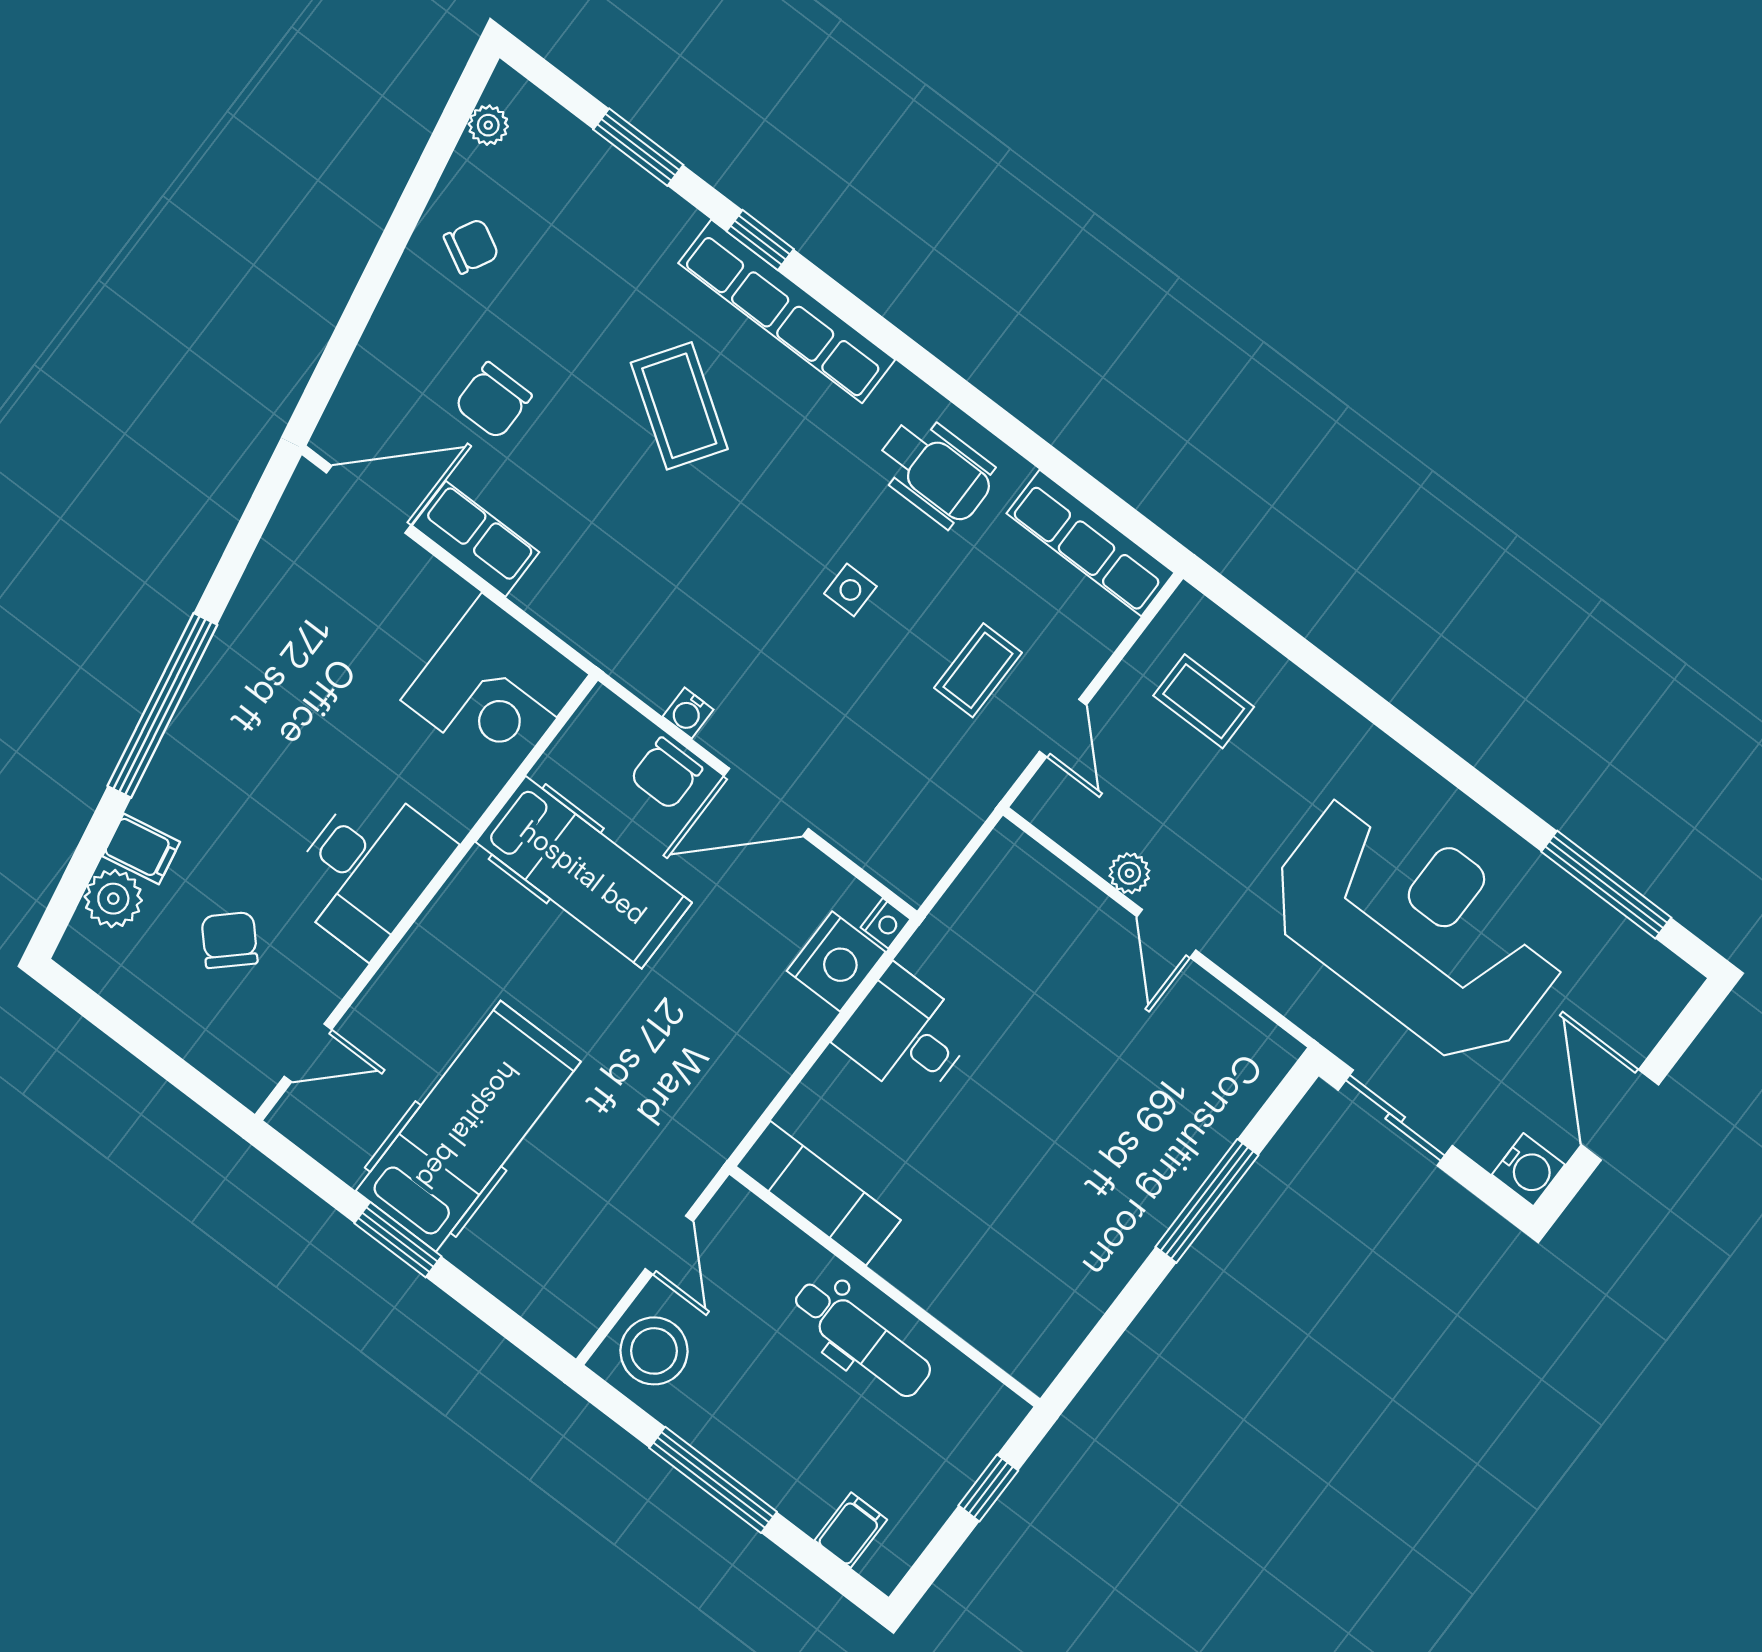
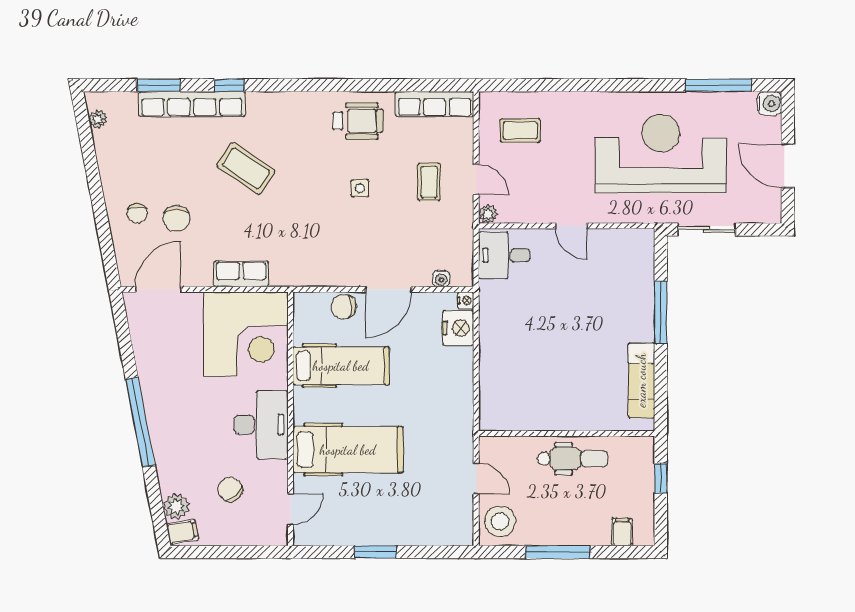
chair: (471, 246) -> (137, 213), moved, turned 152
row of seats: (787, 311) -> (192, 104), moved
row of seats: (476, 539) -> (241, 274), moved
corner desk: (495, 687) -> (246, 334), width x1.36, depth x1.36
water cooler: (688, 713) -> (441, 278), moved
chair: (666, 774) -> (344, 307), turned 90
filing cabinet: (141, 849) -> (182, 532), moved
plant: (1129, 873) -> (488, 214), moved
desk: (906, 1035) -> (504, 255), moved
hospital bed: (468, 1126) -> (348, 450), moved, turned 90
water cooler: (1528, 1170) -> (770, 103), moved
exam couch: (818, 1193) -> (641, 380), moved, turned -90

